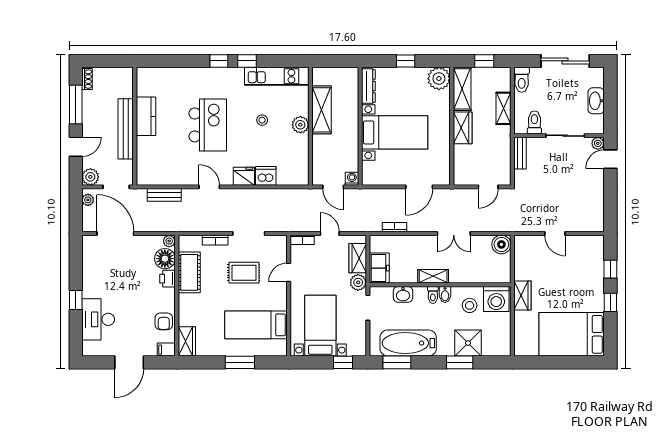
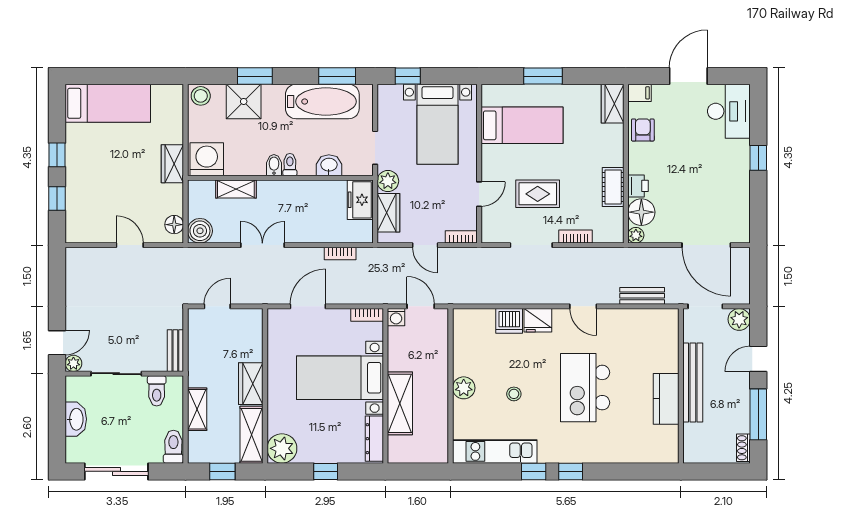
shelving: (322, 110) -> (400, 403), moved
bookcase: (374, 180) -> (367, 315), added
plant: (88, 200) -> (742, 289), removed
floor lamp: (521, 249) -> (174, 225), added
cot: (189, 272) -> (613, 187), width x0.73, depth x0.75
shelving: (433, 276) -> (236, 189), moved
stool: (470, 305) -> (201, 96), moved
desk: (98, 319) -> (729, 111), moved
bed: (572, 334) -> (108, 103), width x0.67

